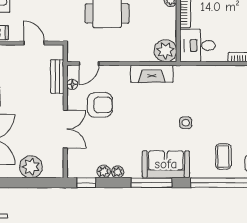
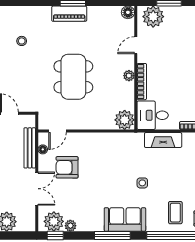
fireplace: (152, 74) -> (163, 140), moved
bench: (57, 77) -> (30, 148), width x1.36
armchair: (100, 105) -> (67, 167), turned 180
plant: (118, 172) -> (54, 221), moved, width x1.87, depth x1.87

